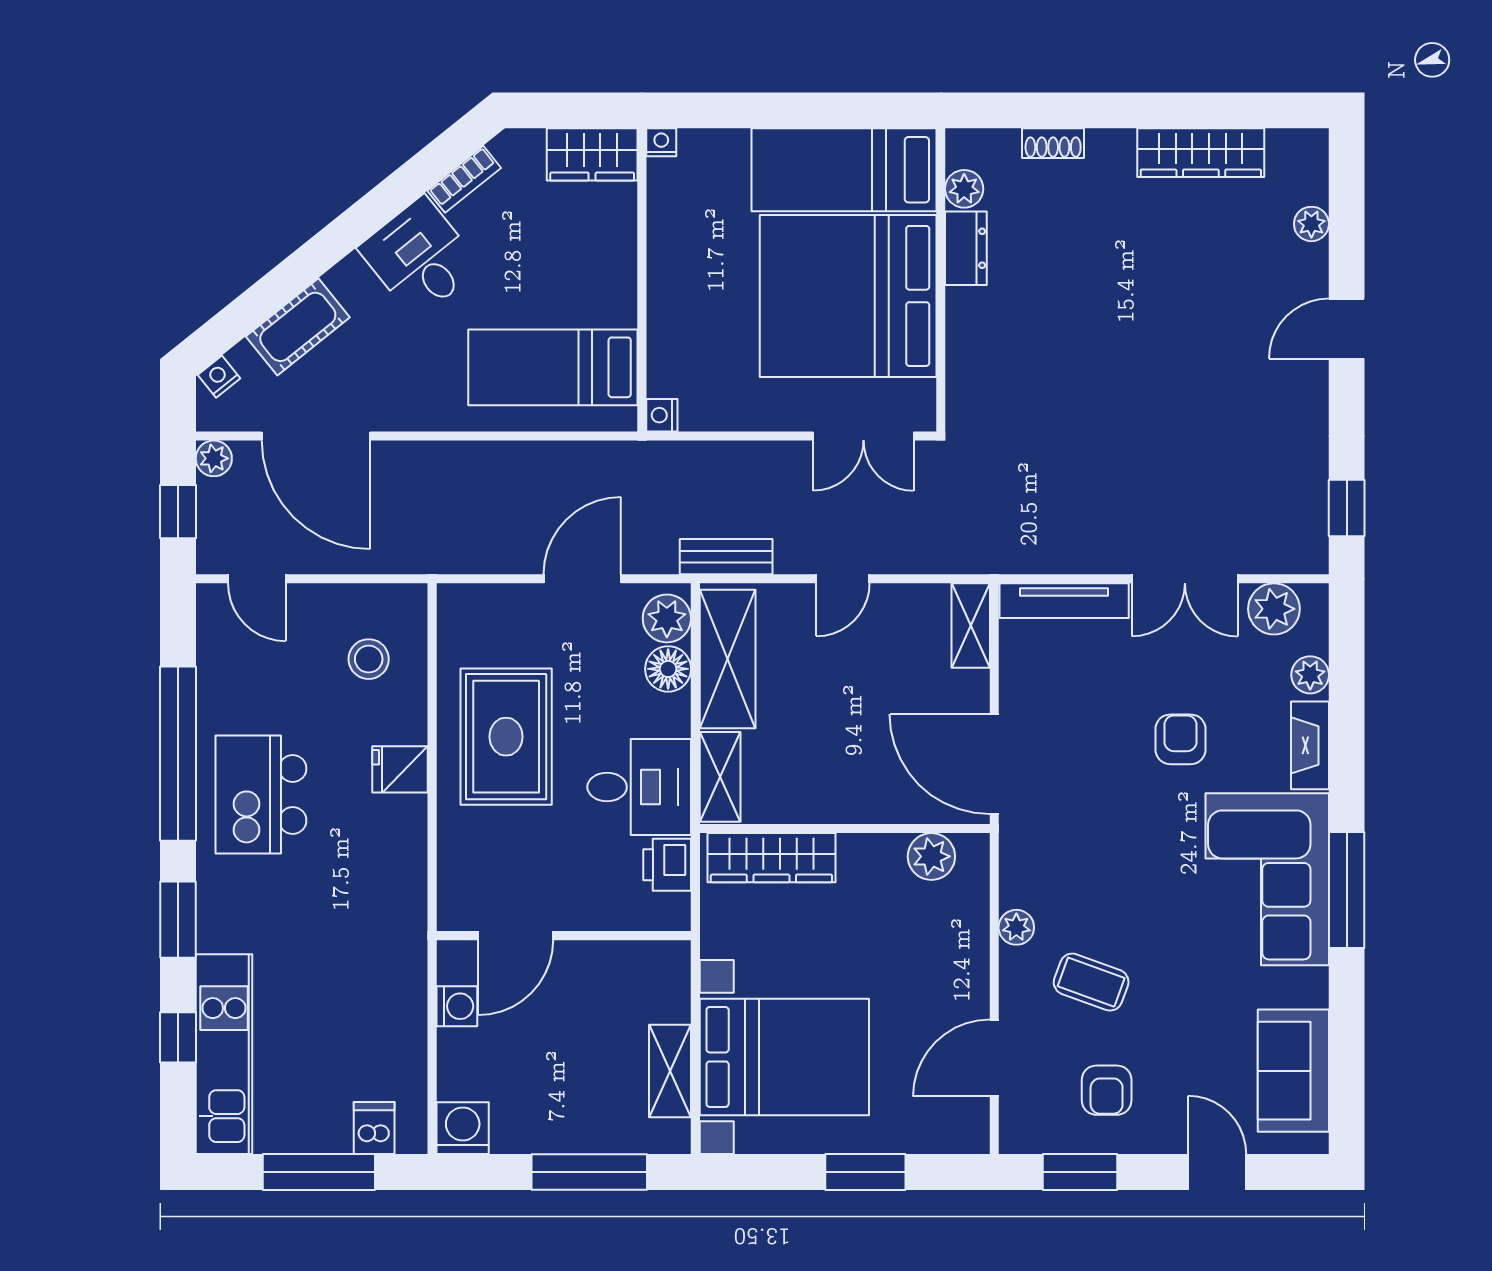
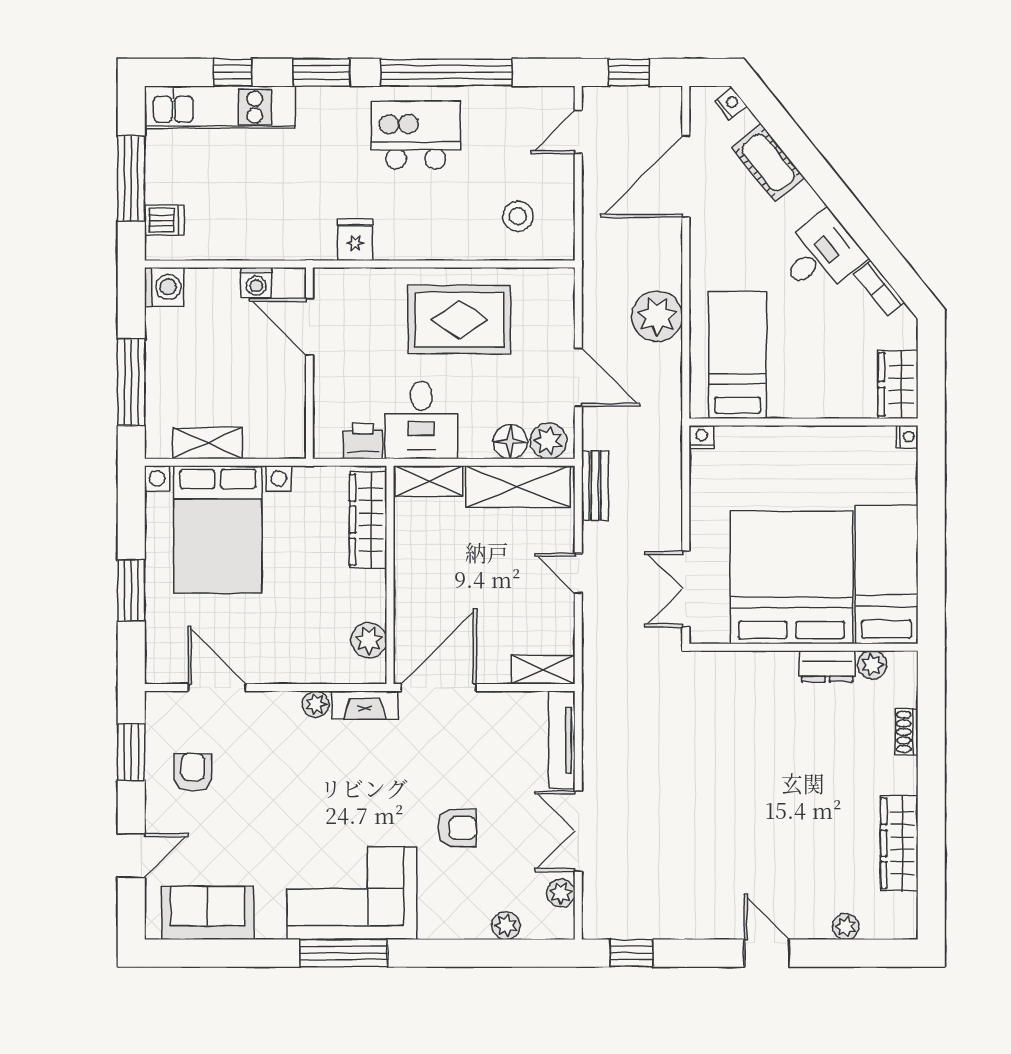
plant: (214, 458) -> (657, 316), moved, width x1.88, depth x1.88
plant: (1274, 609) -> (561, 893), width x0.73, depth x0.73
fireplace: (1310, 745) -> (365, 705), moved, turned 180
fridge: (400, 769) -> (355, 240), moved
coffee table: (1091, 982) -> (274, 761), removed
armchair: (1107, 1090) -> (193, 772), turned 90

